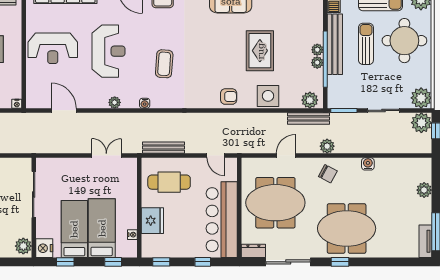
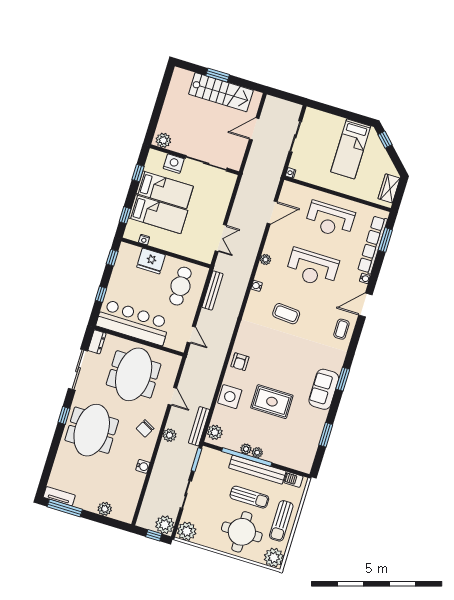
reception desk: (53, 48) -> (330, 220), turned -90
door: (216, 156) -> (191, 335), swing flipped
nightstand: (44, 248) -> (174, 164), moved

